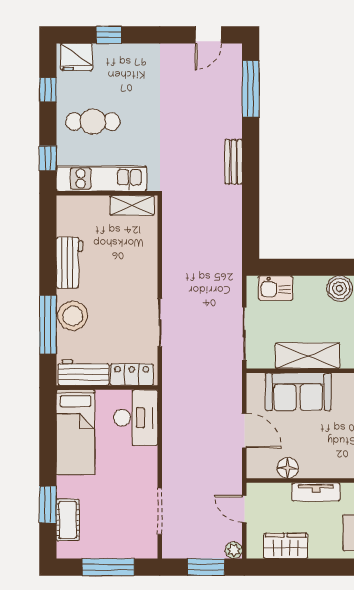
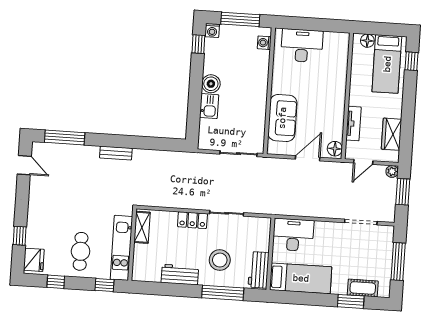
kitchen sink: (276, 288) -> (209, 106), moved
stool: (73, 316) -> (220, 260), moved
shelving: (308, 356) -> (257, 110), removed
locker: (132, 375) -> (192, 220), moved, turned -90
floor lamp: (288, 468) -> (335, 149), moved
tv unit: (316, 492) -> (354, 124), moved

